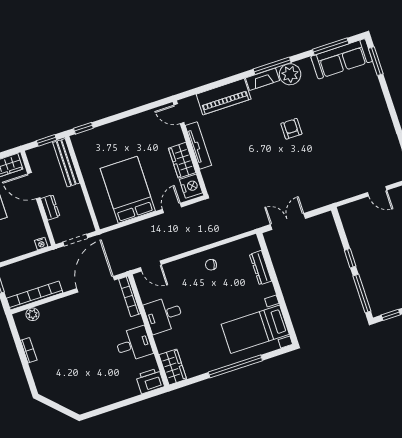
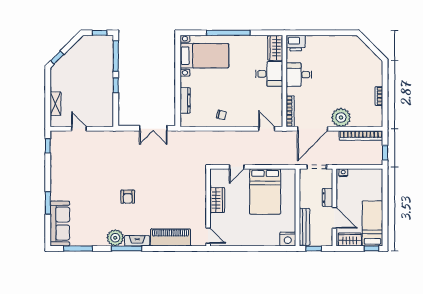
sofa: (342, 59) -> (60, 224), moved, turned 90
window: (376, 61) -> (48, 203), moved
window: (83, 128) -> (283, 249), removed
tv unit: (198, 145) -> (201, 207), removed
nightstand: (191, 186) -> (288, 239), moved, turned -90
plant: (33, 314) -> (341, 118), moved, width x1.87, depth x1.87
desk: (164, 315) -> (269, 74), moved

